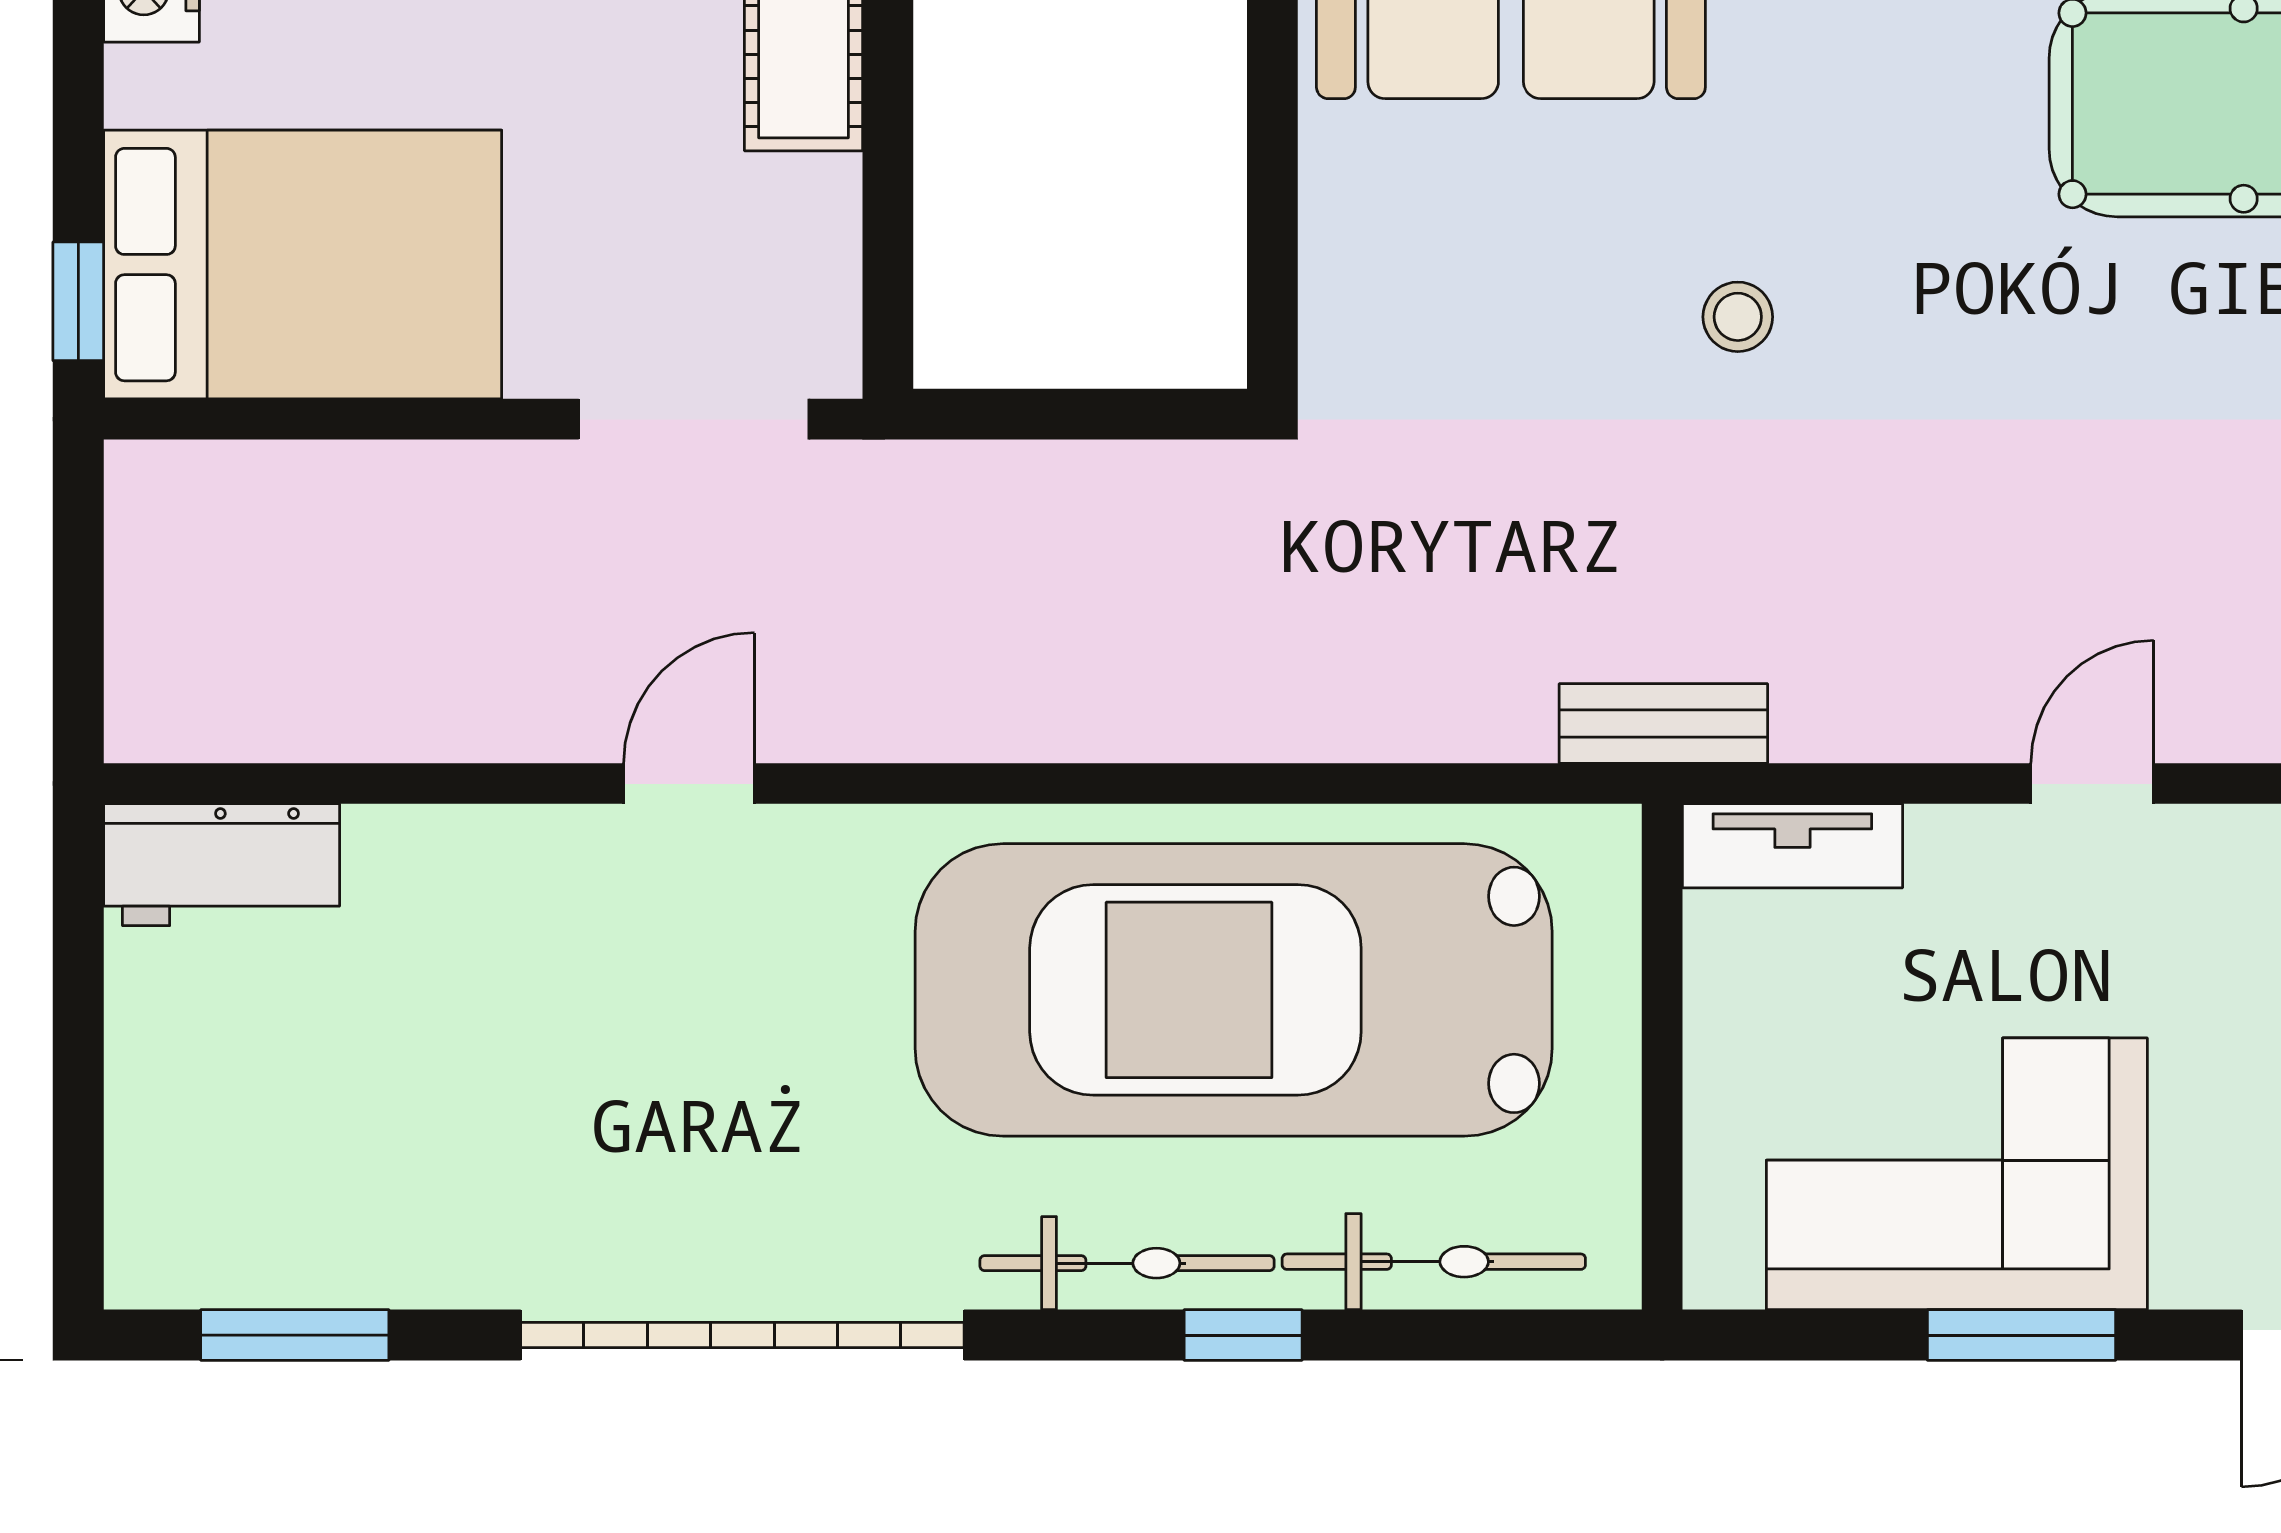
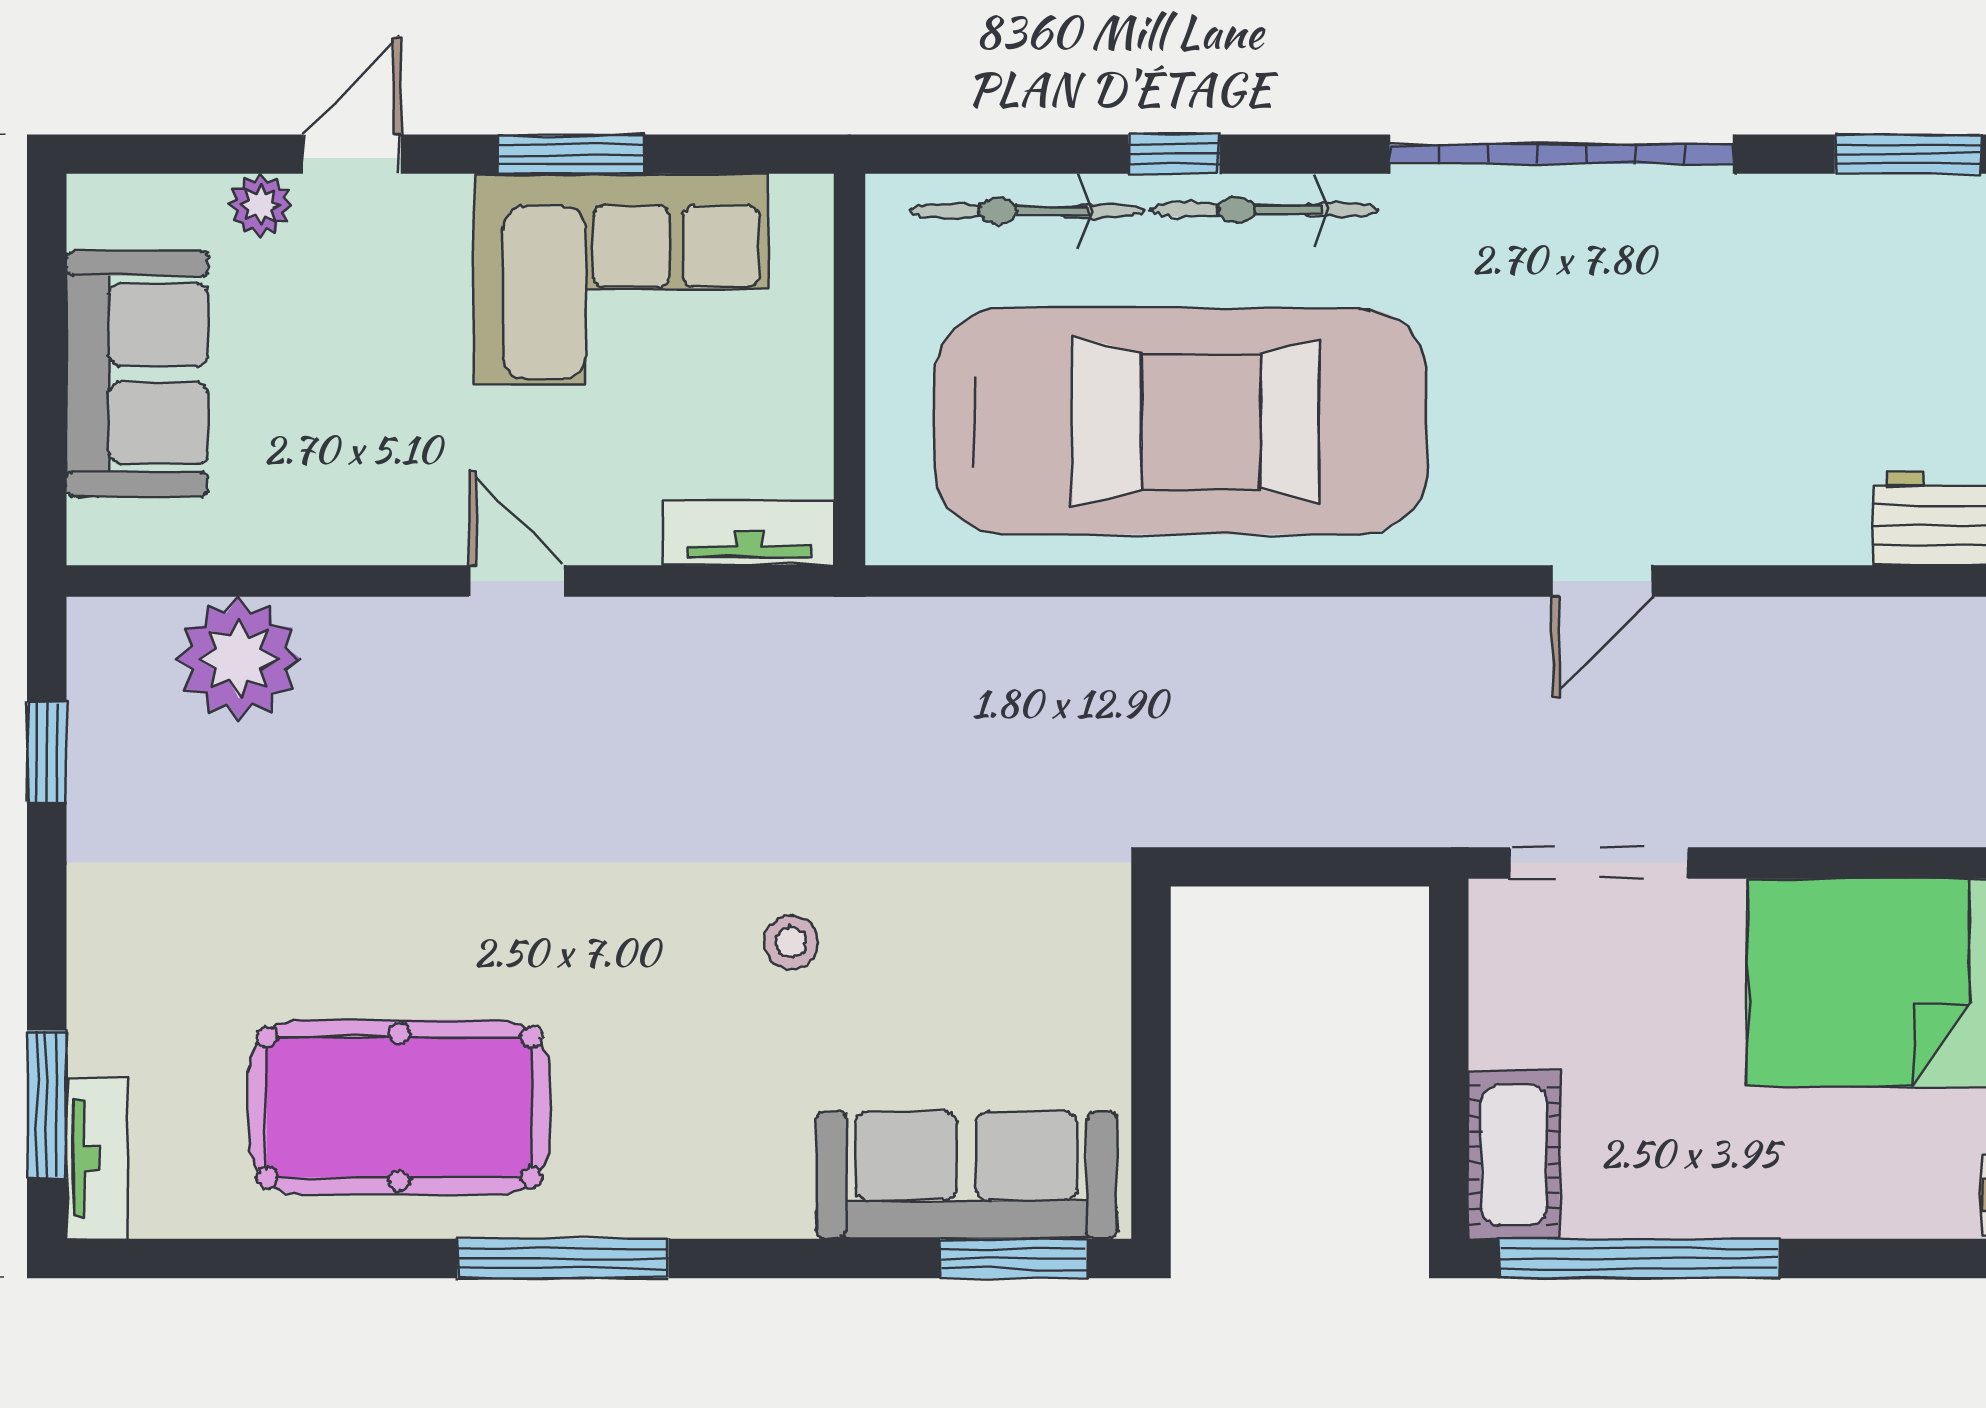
bench: (1663, 724) -> (848, 627), removed
door: (2092, 784) -> (517, 581), swing flipped

